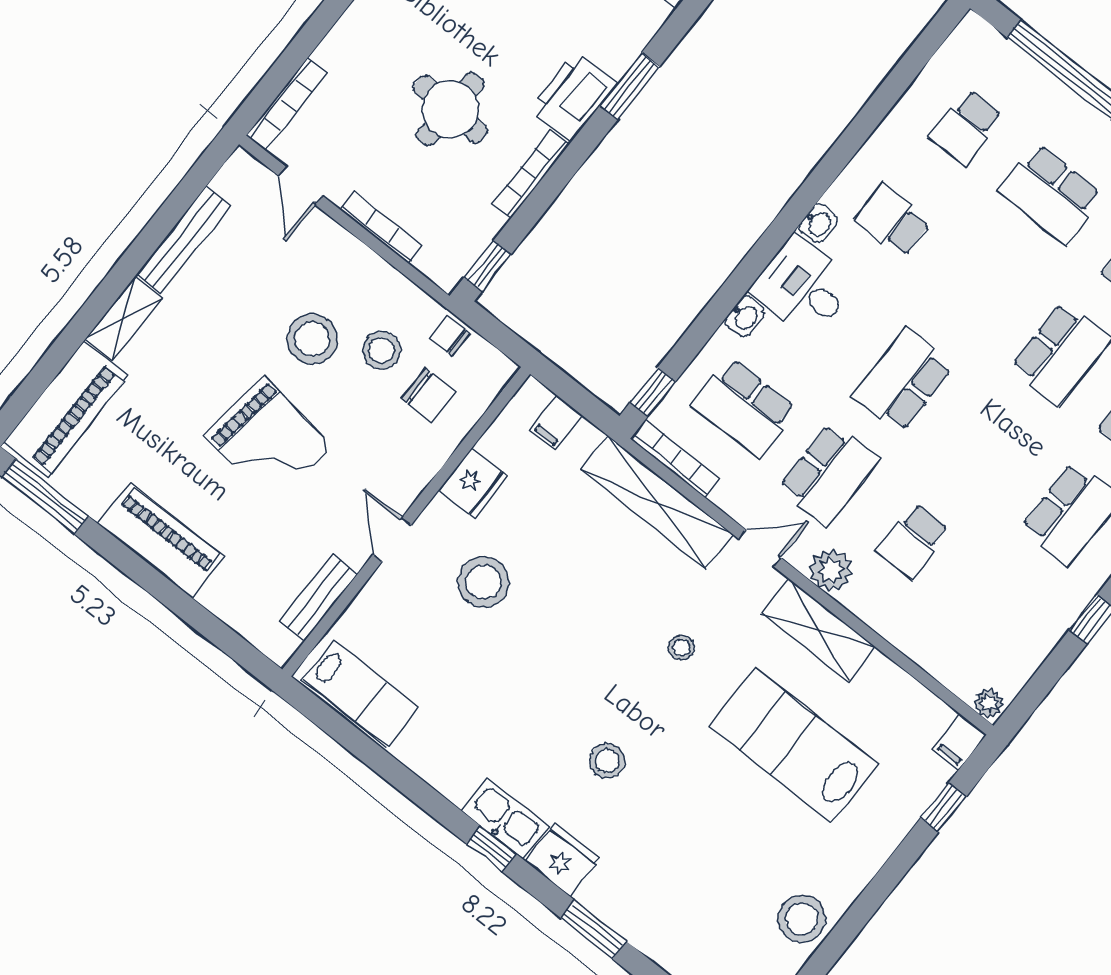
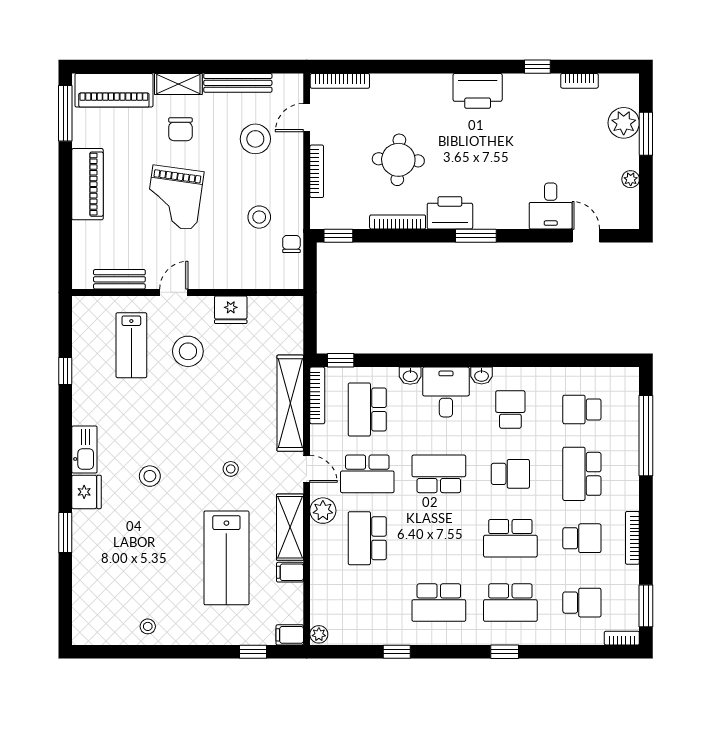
school desk: (977, 287) -> (510, 474), added
stool: (312, 339) -> (255, 139), moved
chair: (429, 395) -> (180, 129), moved
filing cabinet: (556, 423) -> (290, 572), moved
school desk: (913, 541) -> (367, 538), width x1.85
lab bench: (361, 693) -> (131, 345), moved
lab bench: (793, 745) -> (226, 558), turned 180
window: (491, 849) -> (65, 371), moved
stool: (802, 919) -> (148, 626), width x0.53, depth x0.53

